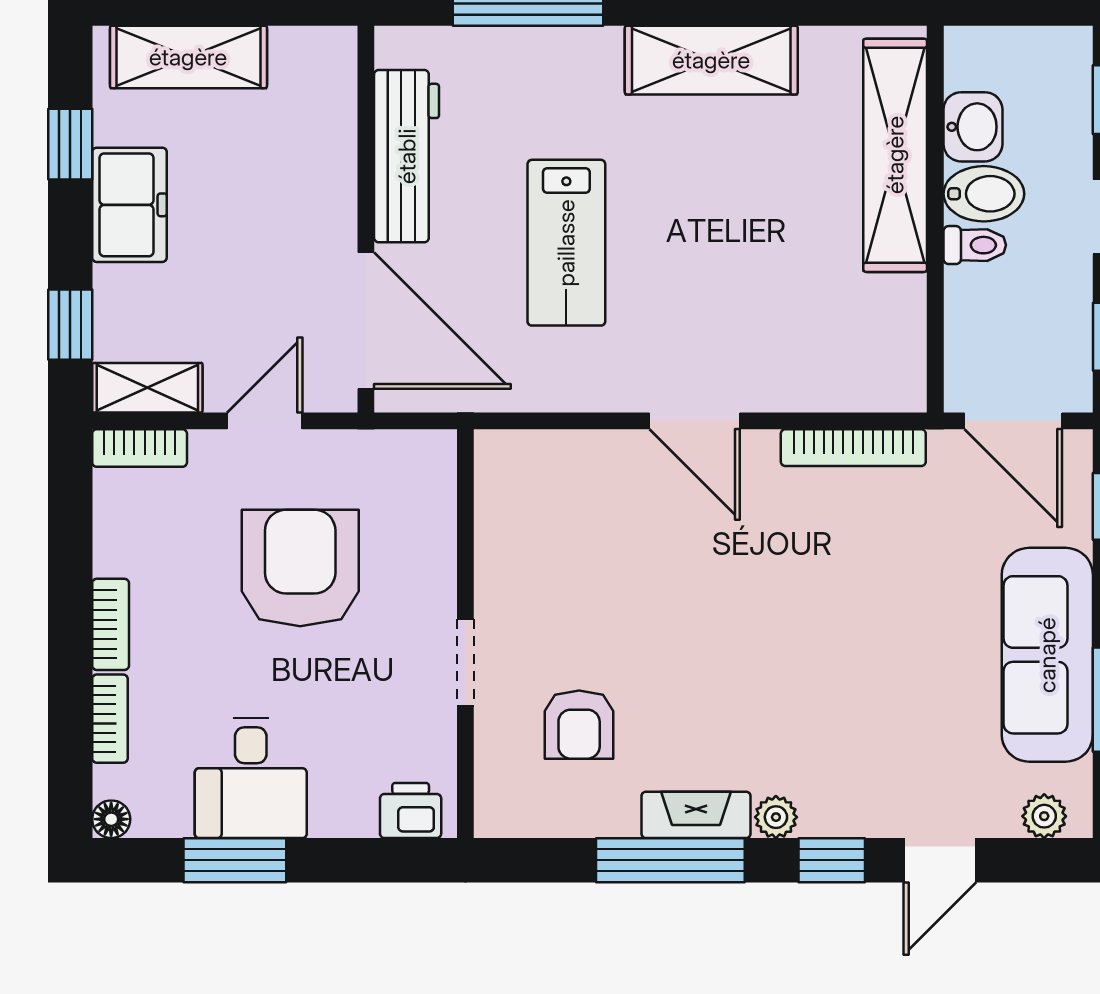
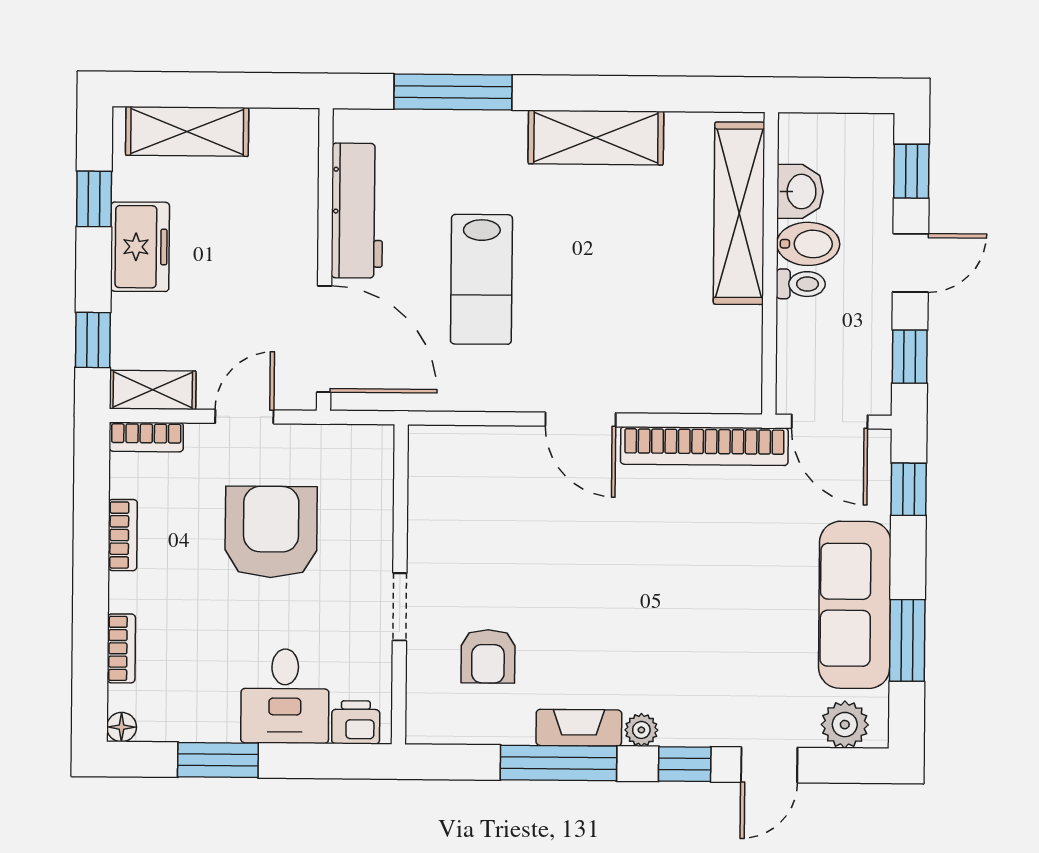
bookcase: (853, 448) -> (704, 446), width x1.48, depth x1.31
bookcase: (111, 624) -> (123, 535), moved
desk: (251, 778) -> (285, 696), moved
plant: (1044, 816) -> (845, 725), width x1.38, depth x1.38

